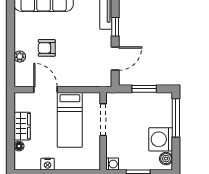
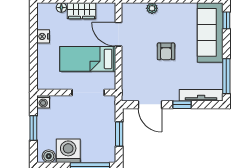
armchair: (47, 48) -> (166, 51), moved, turned 180
door: (46, 90) -> (118, 34), swing flipped

